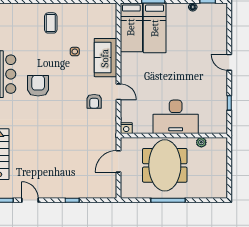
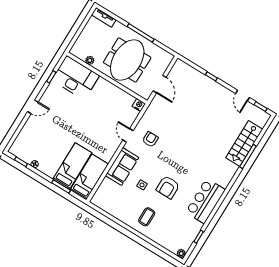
door: (229, 62) -> (33, 107), hinge flipped
armchair: (38, 86) -> (168, 187), moved
desk: (176, 117) -> (76, 78), moved
door: (118, 161) -> (160, 84), hinge flipped
tv unit: (214, 193) -> (104, 17), added

